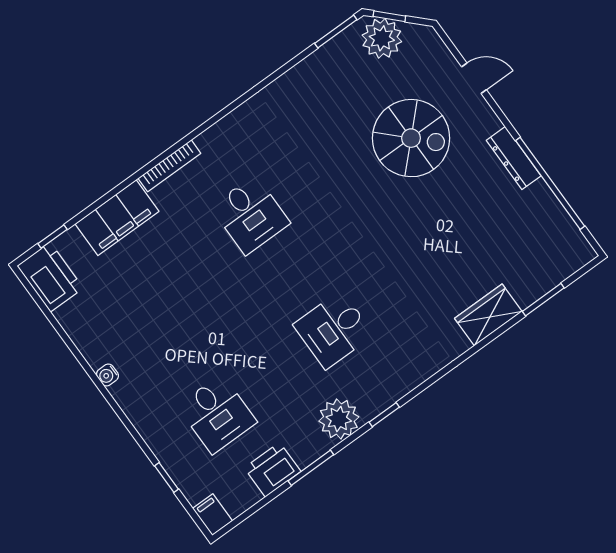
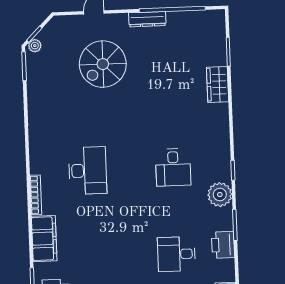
plant: (382, 38) -> (35, 46), width x0.53, depth x0.53
spiral stairs: (411, 138) -> (103, 64), turned 180
desk: (250, 215) -> (88, 171), width x1.37
desk: (217, 414) -> (176, 254), turned 180

